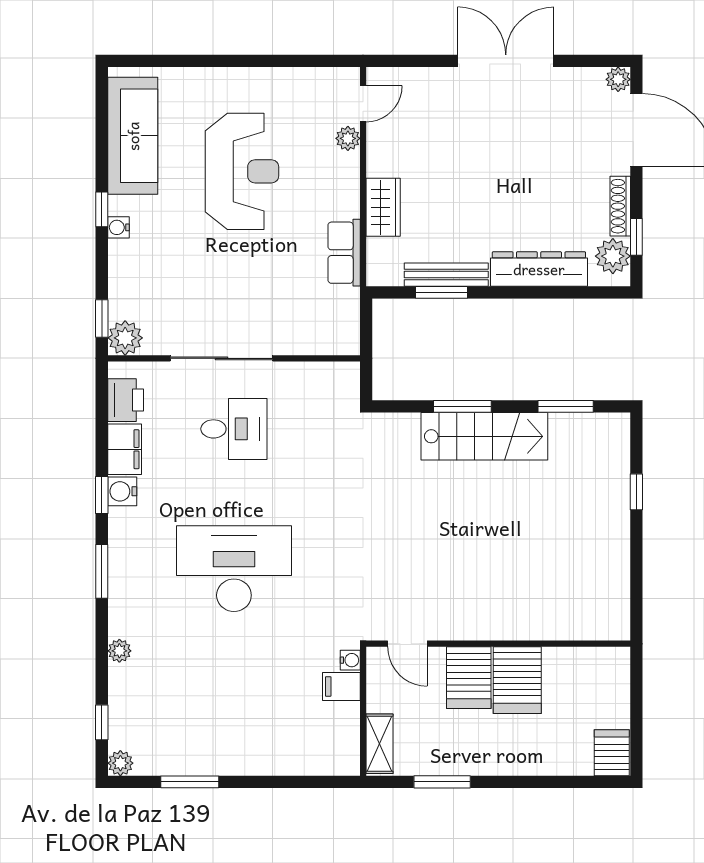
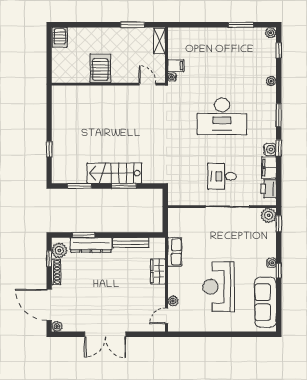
window: (442, 292) -> (83, 235), moved
server rack: (469, 678) -> (121, 69), removed

